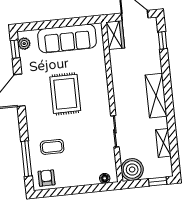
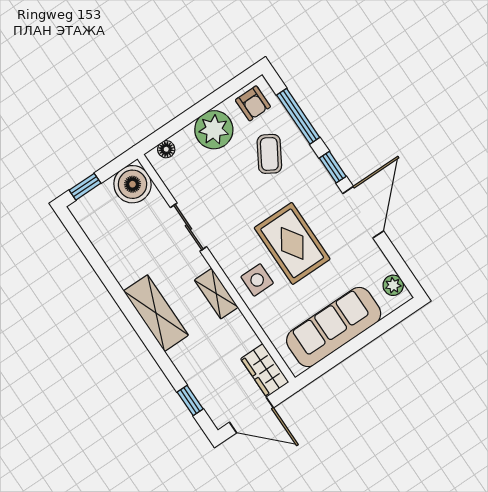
window: (15, 49) -> (333, 167), moved
side table: (94, 85) -> (257, 280), added
shelving: (163, 143) -> (216, 294), moved
coffee table: (52, 147) -> (269, 154), turned -59
plant: (74, 175) -> (214, 130), added

